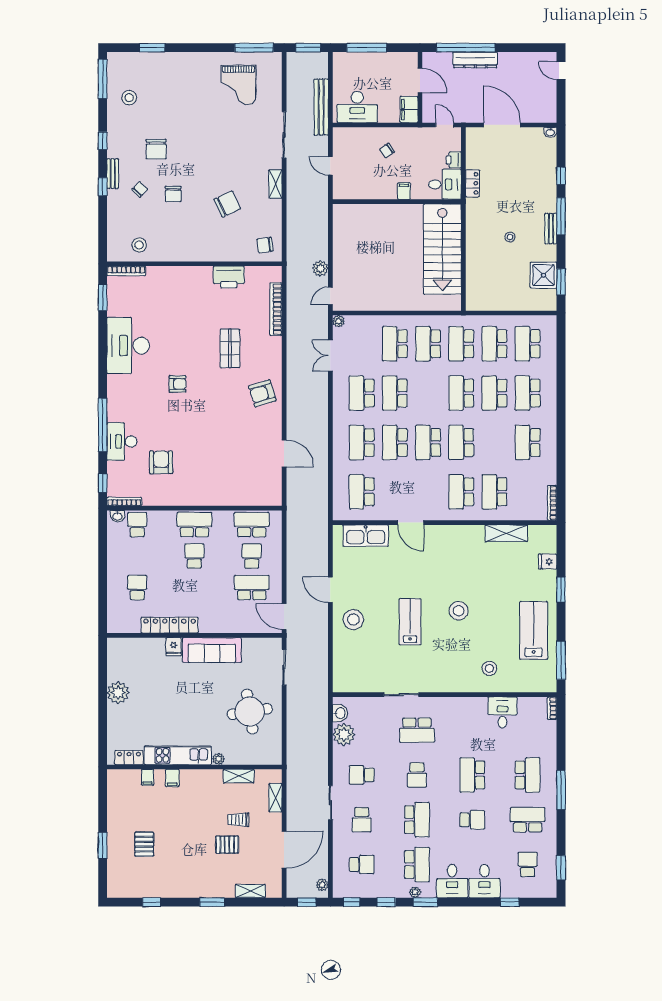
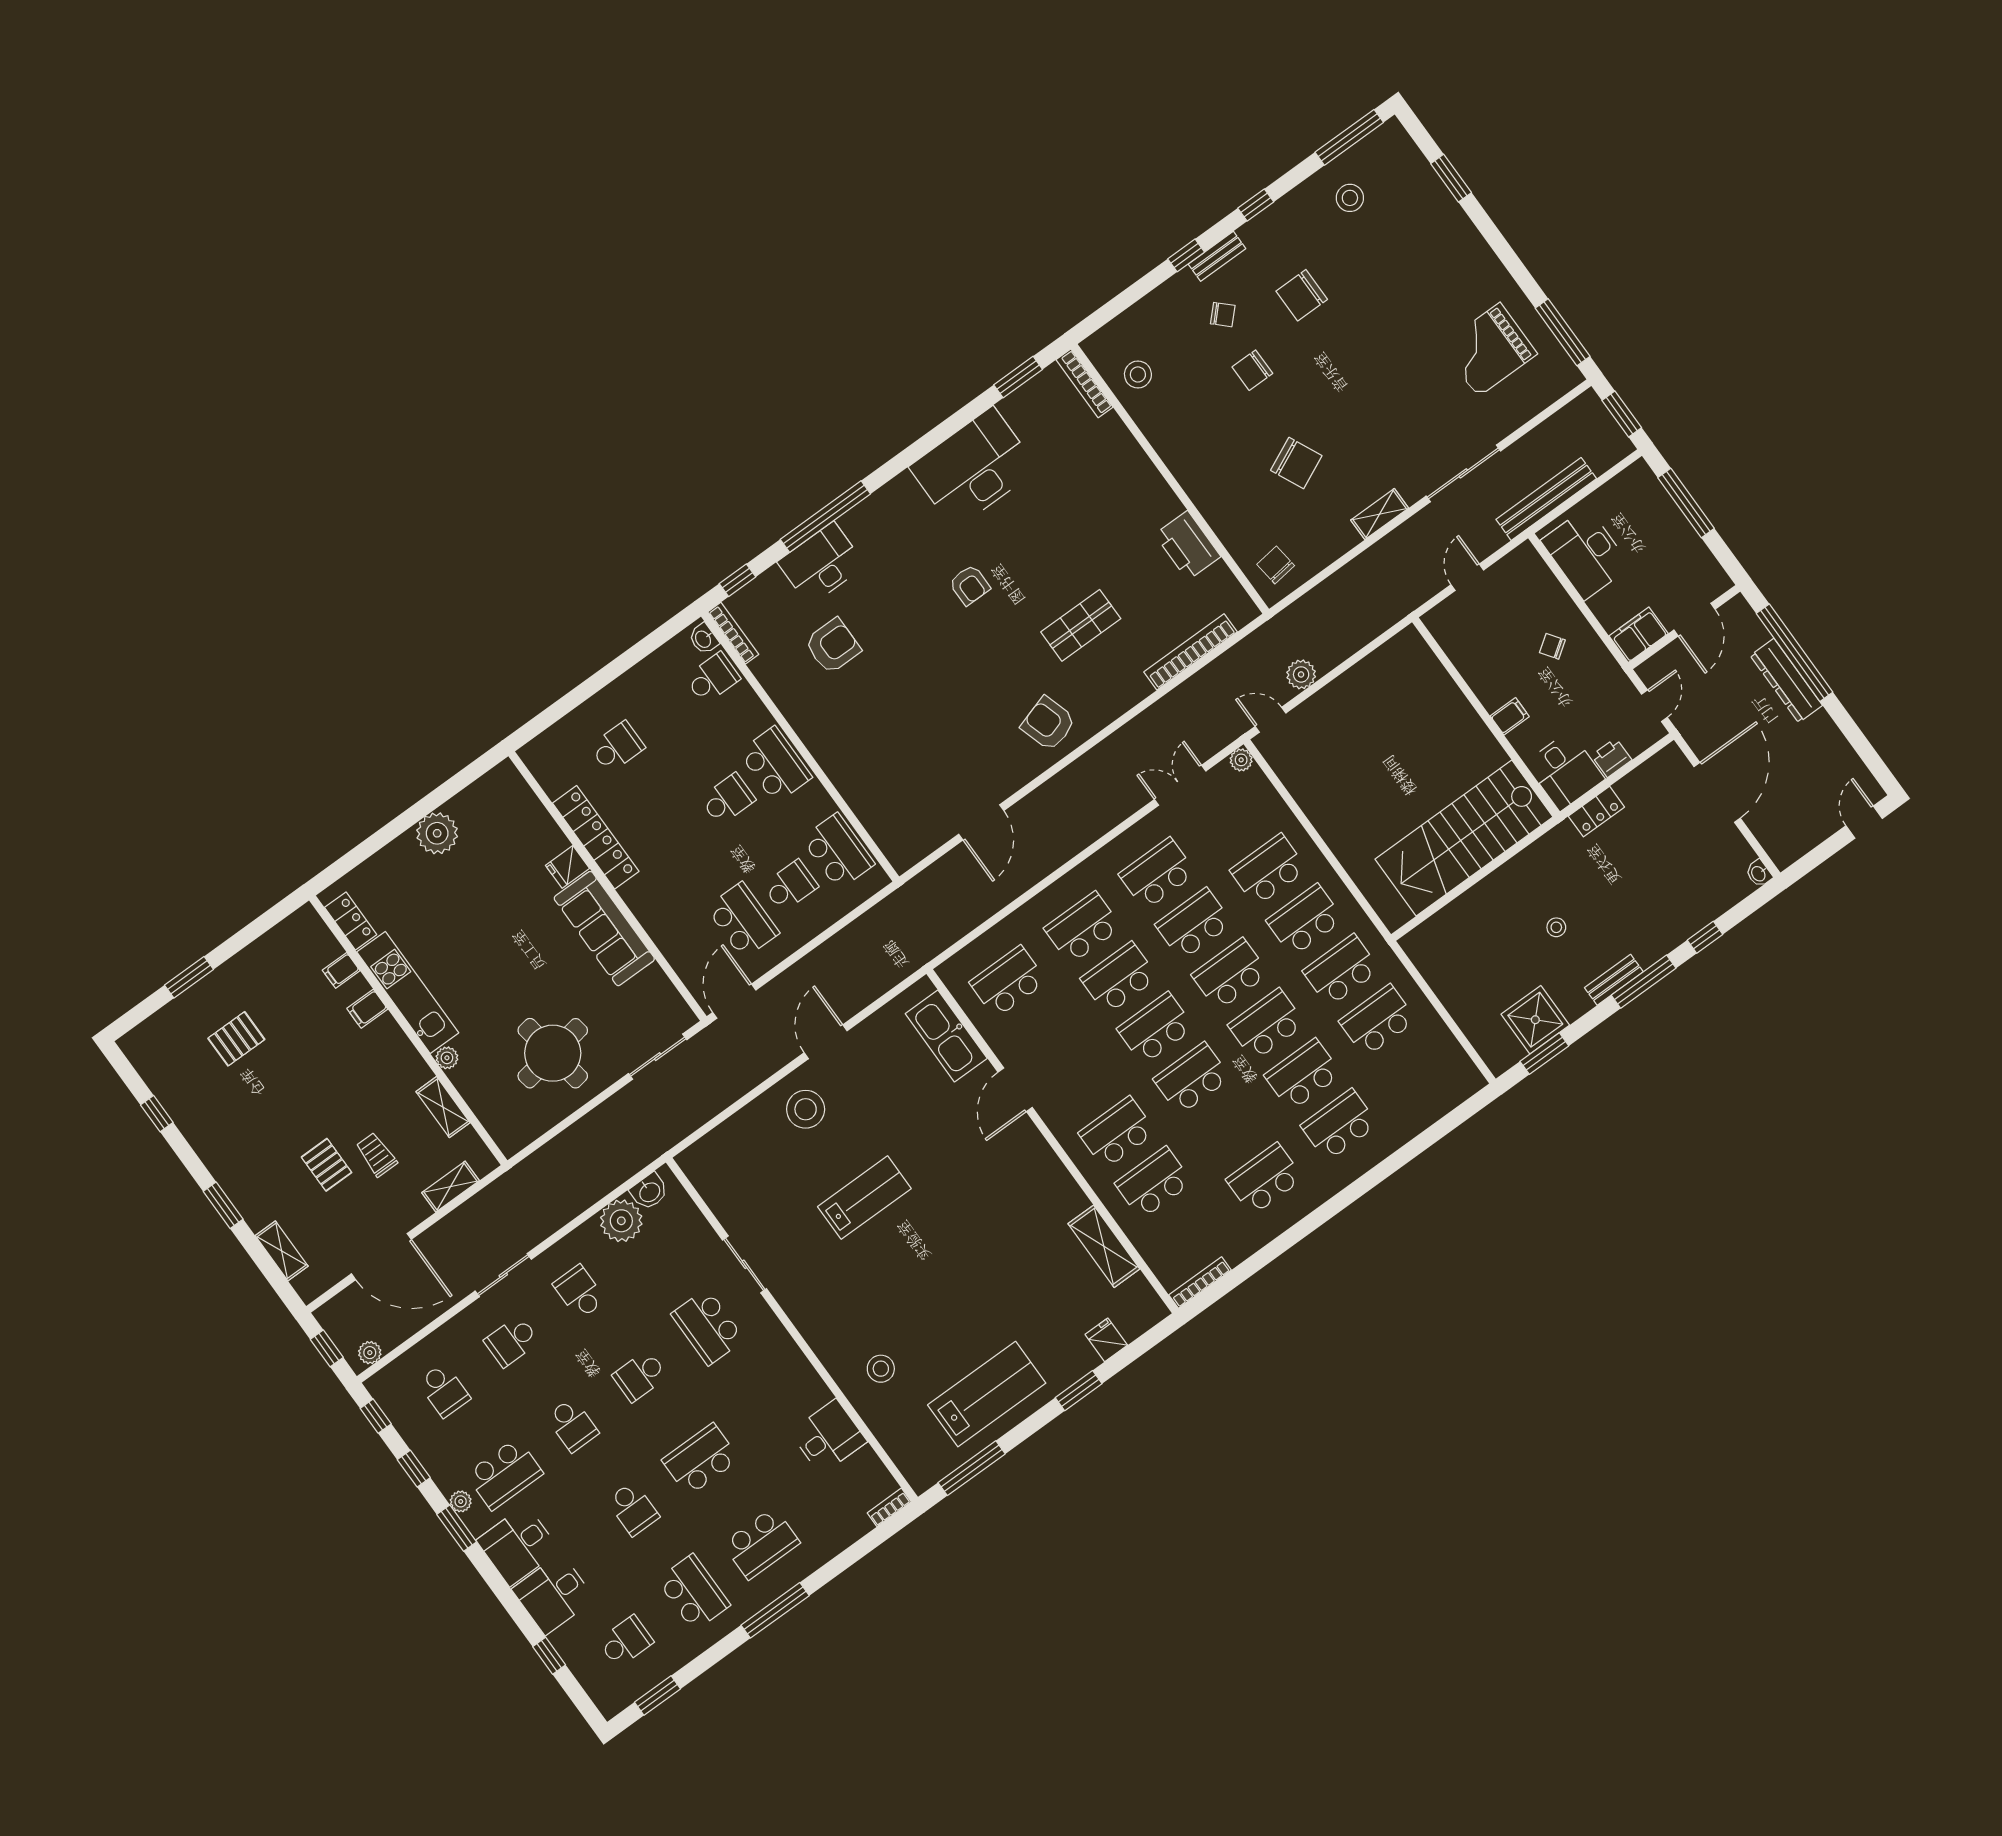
school desk: (528, 344) -> (1230, 974), moved
stool: (459, 611) -> (934, 1259), removed
school desk: (417, 820) -> (572, 1425), width x0.54

